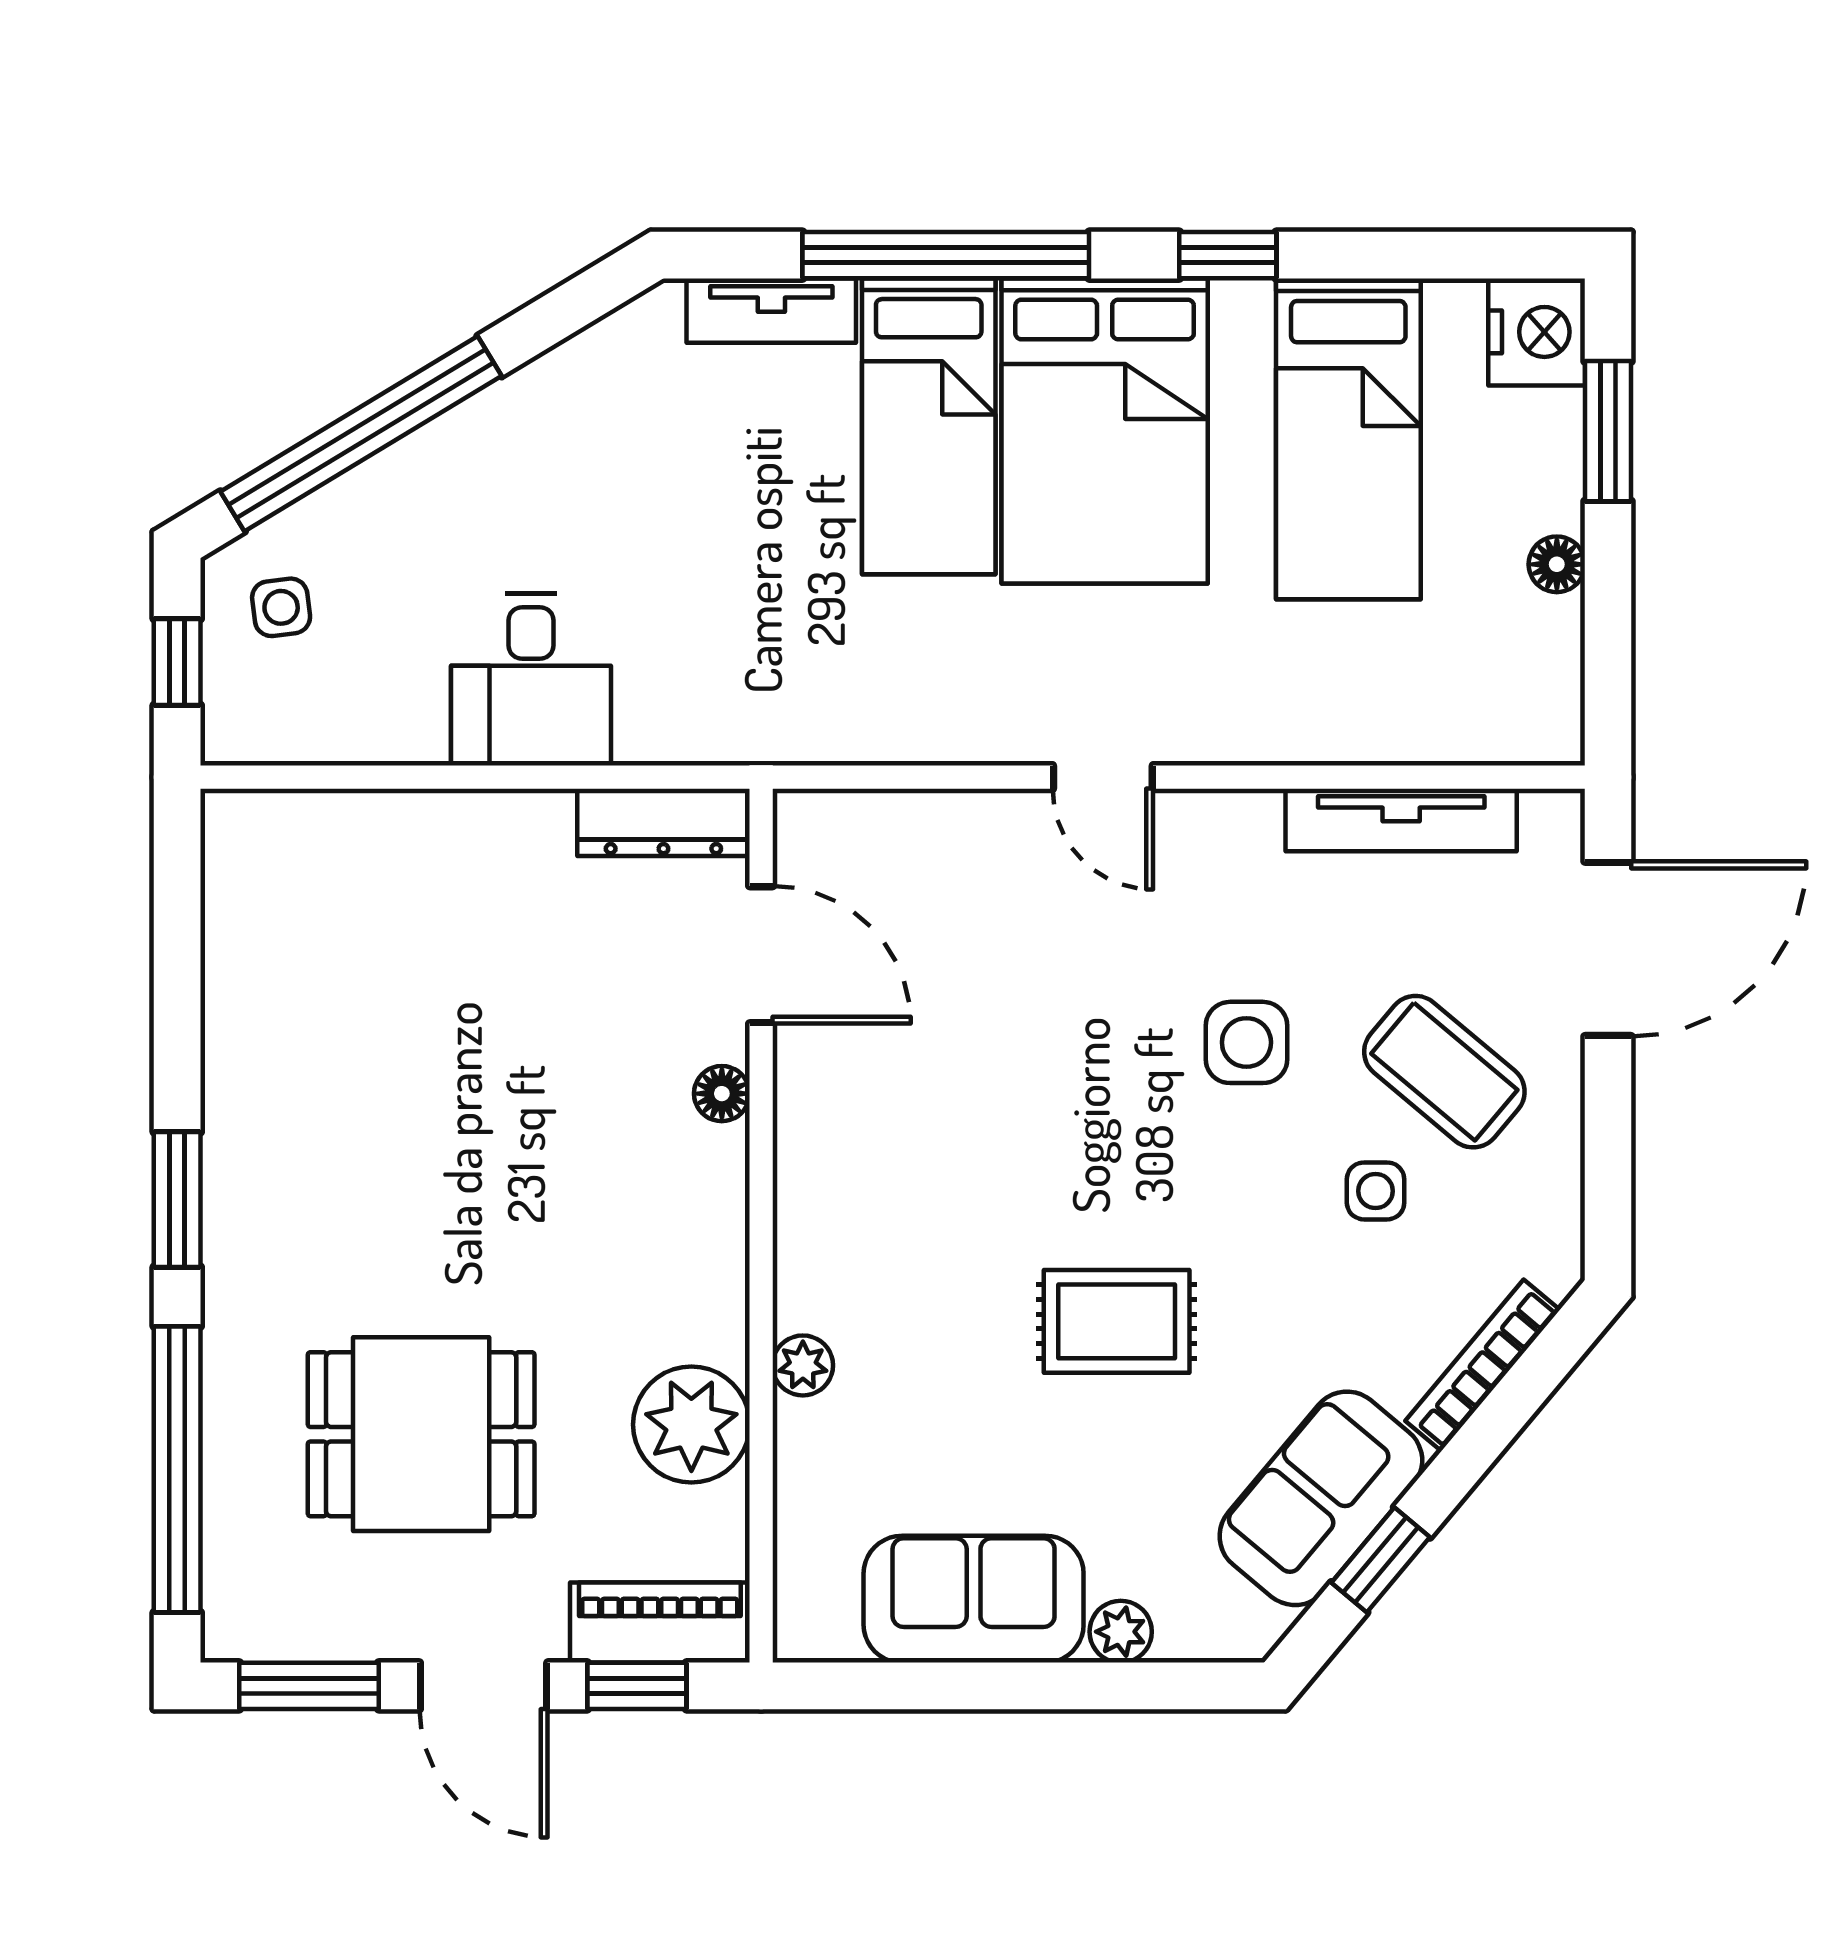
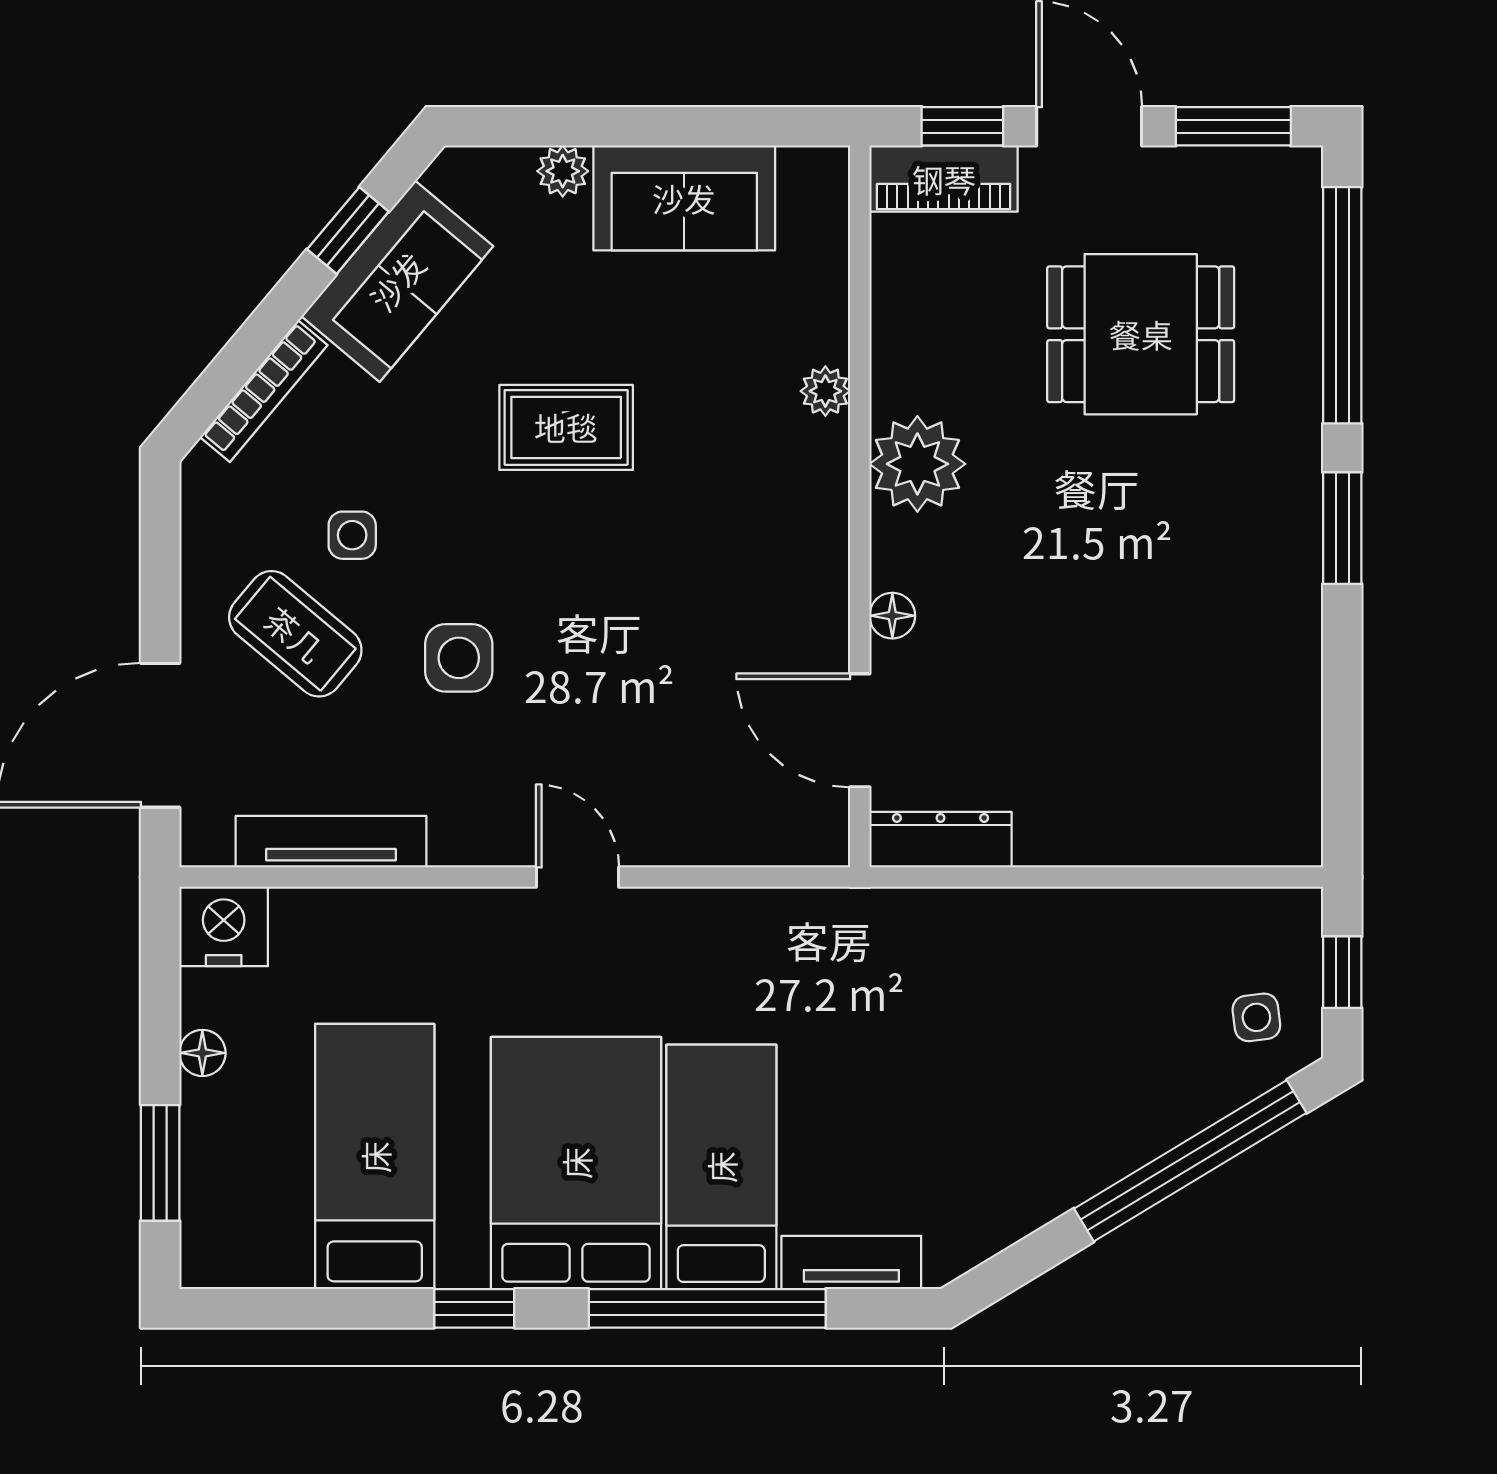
nightstand: (1537, 332) -> (224, 926), moved, turned 90
desk: (531, 679) -> (1050, 958), removed
plant: (691, 1425) -> (917, 464), moved

